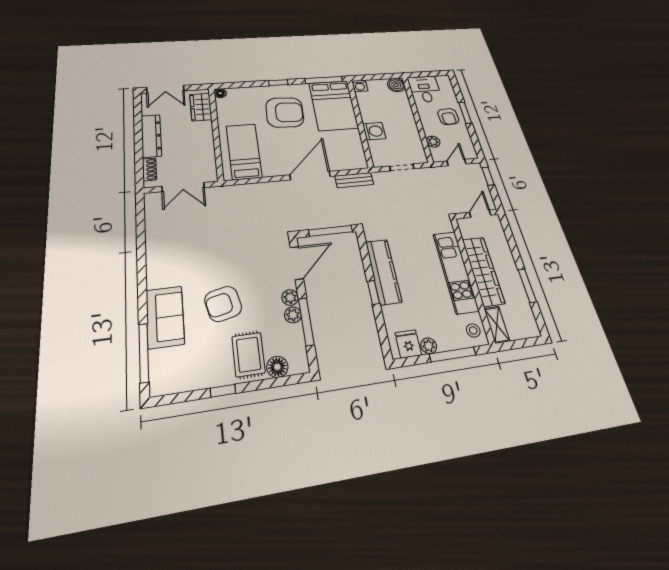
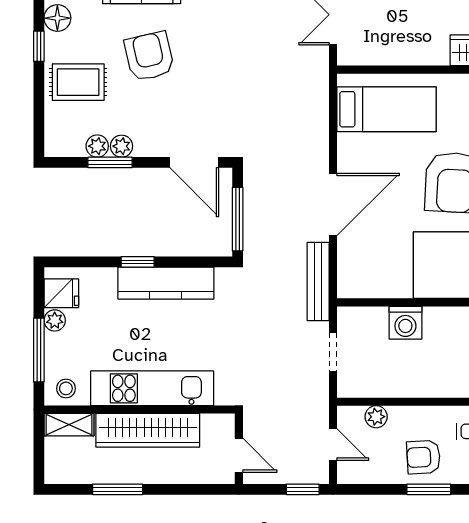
door: (310, 176) -> (333, 204), hinge flipped
bench: (354, 180) -> (318, 282), width x1.36
plant: (290, 298) -> (97, 146), moved
window: (306, 322) -> (110, 162), width x0.69
floor lamp: (277, 367) -> (57, 18), moved

